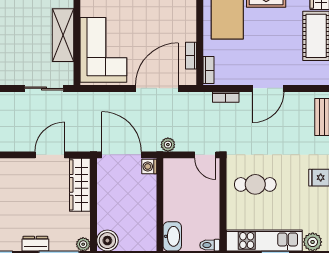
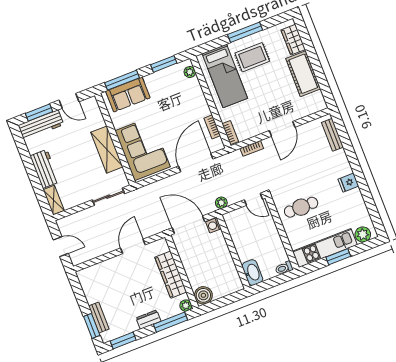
wardrobe: (80, 185) -> (171, 275), moved

